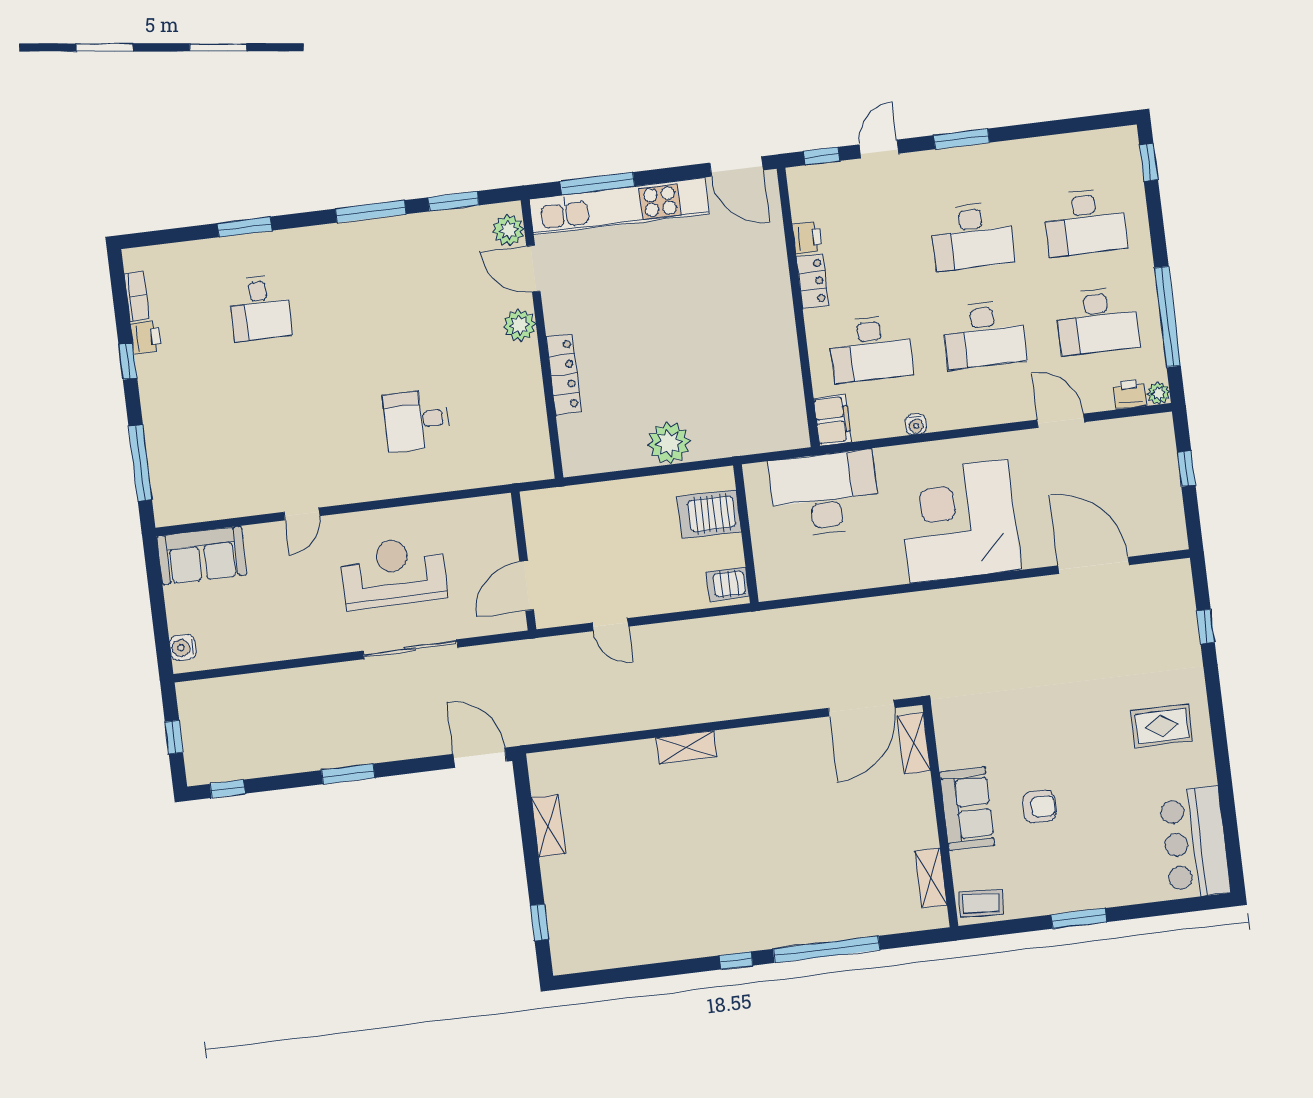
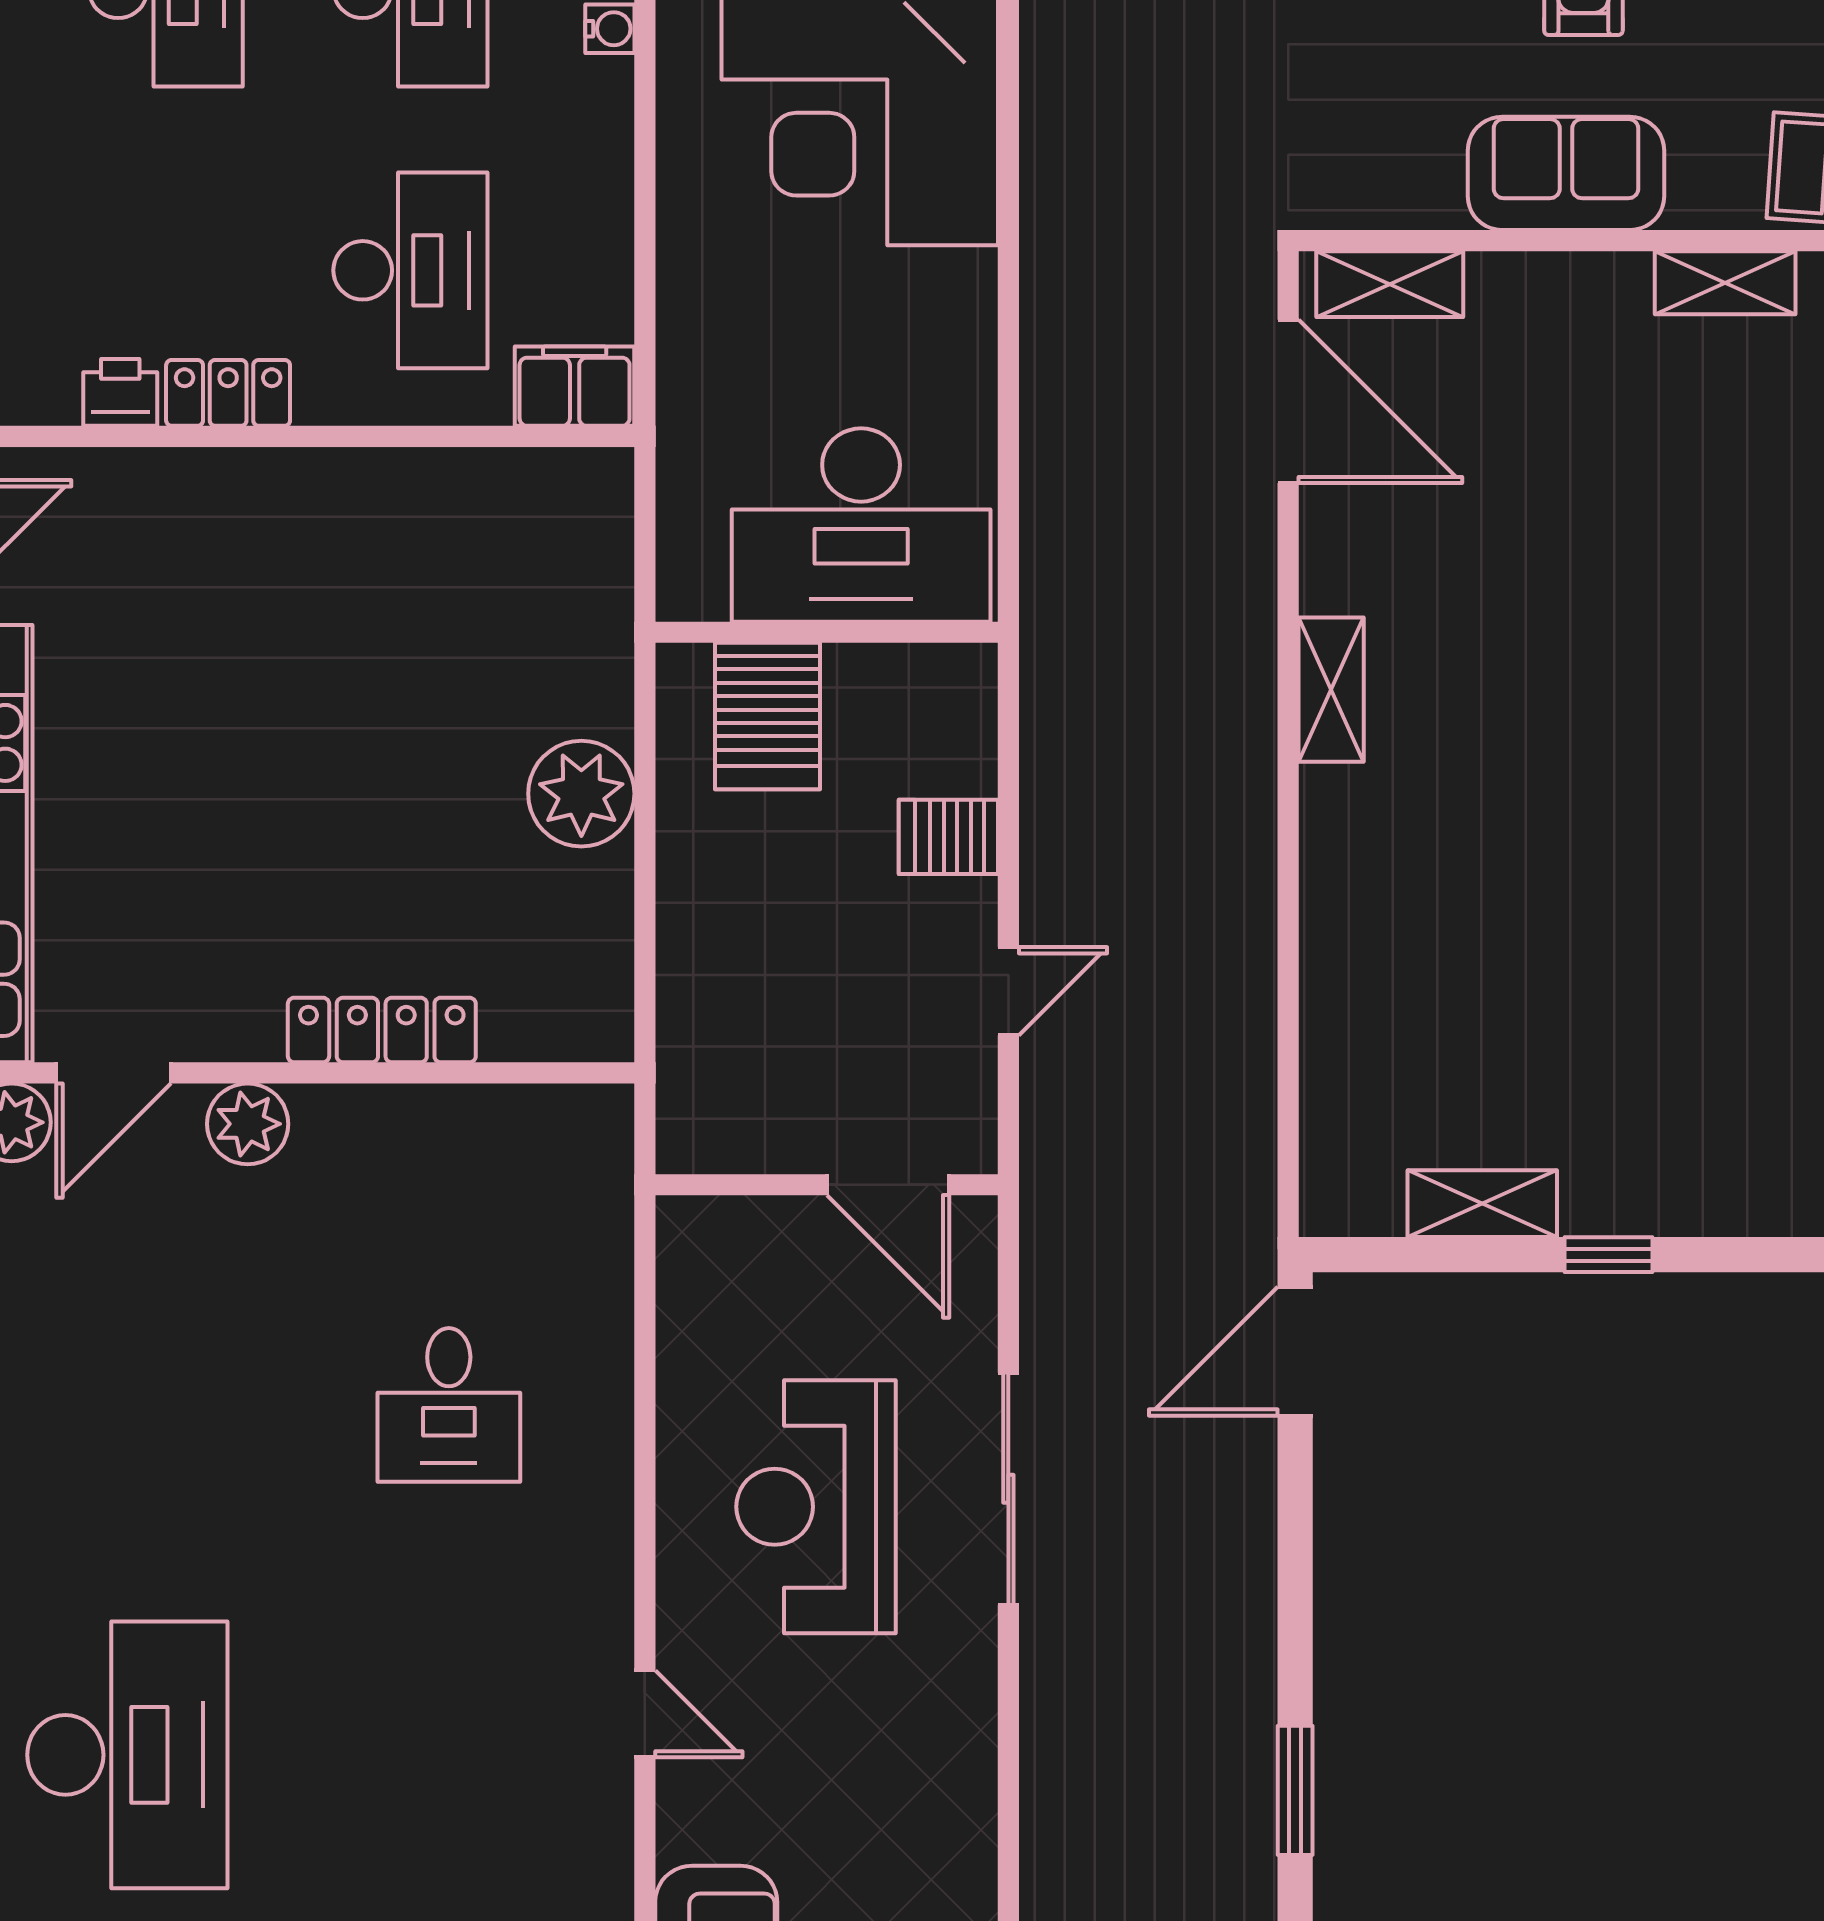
desk: (260, 308) -> (127, 1755), width x1.87, depth x1.30
water cooler: (916, 424) -> (610, 29), moved
desk: (824, 494) -> (861, 525), moved, turned -90
server rack: (728, 584) -> (948, 837), moved, turned 90
shelving: (687, 747) -> (1331, 690), moved
window: (348, 774) -> (1295, 1790), moved
window: (539, 922) -> (1608, 1255), moved

